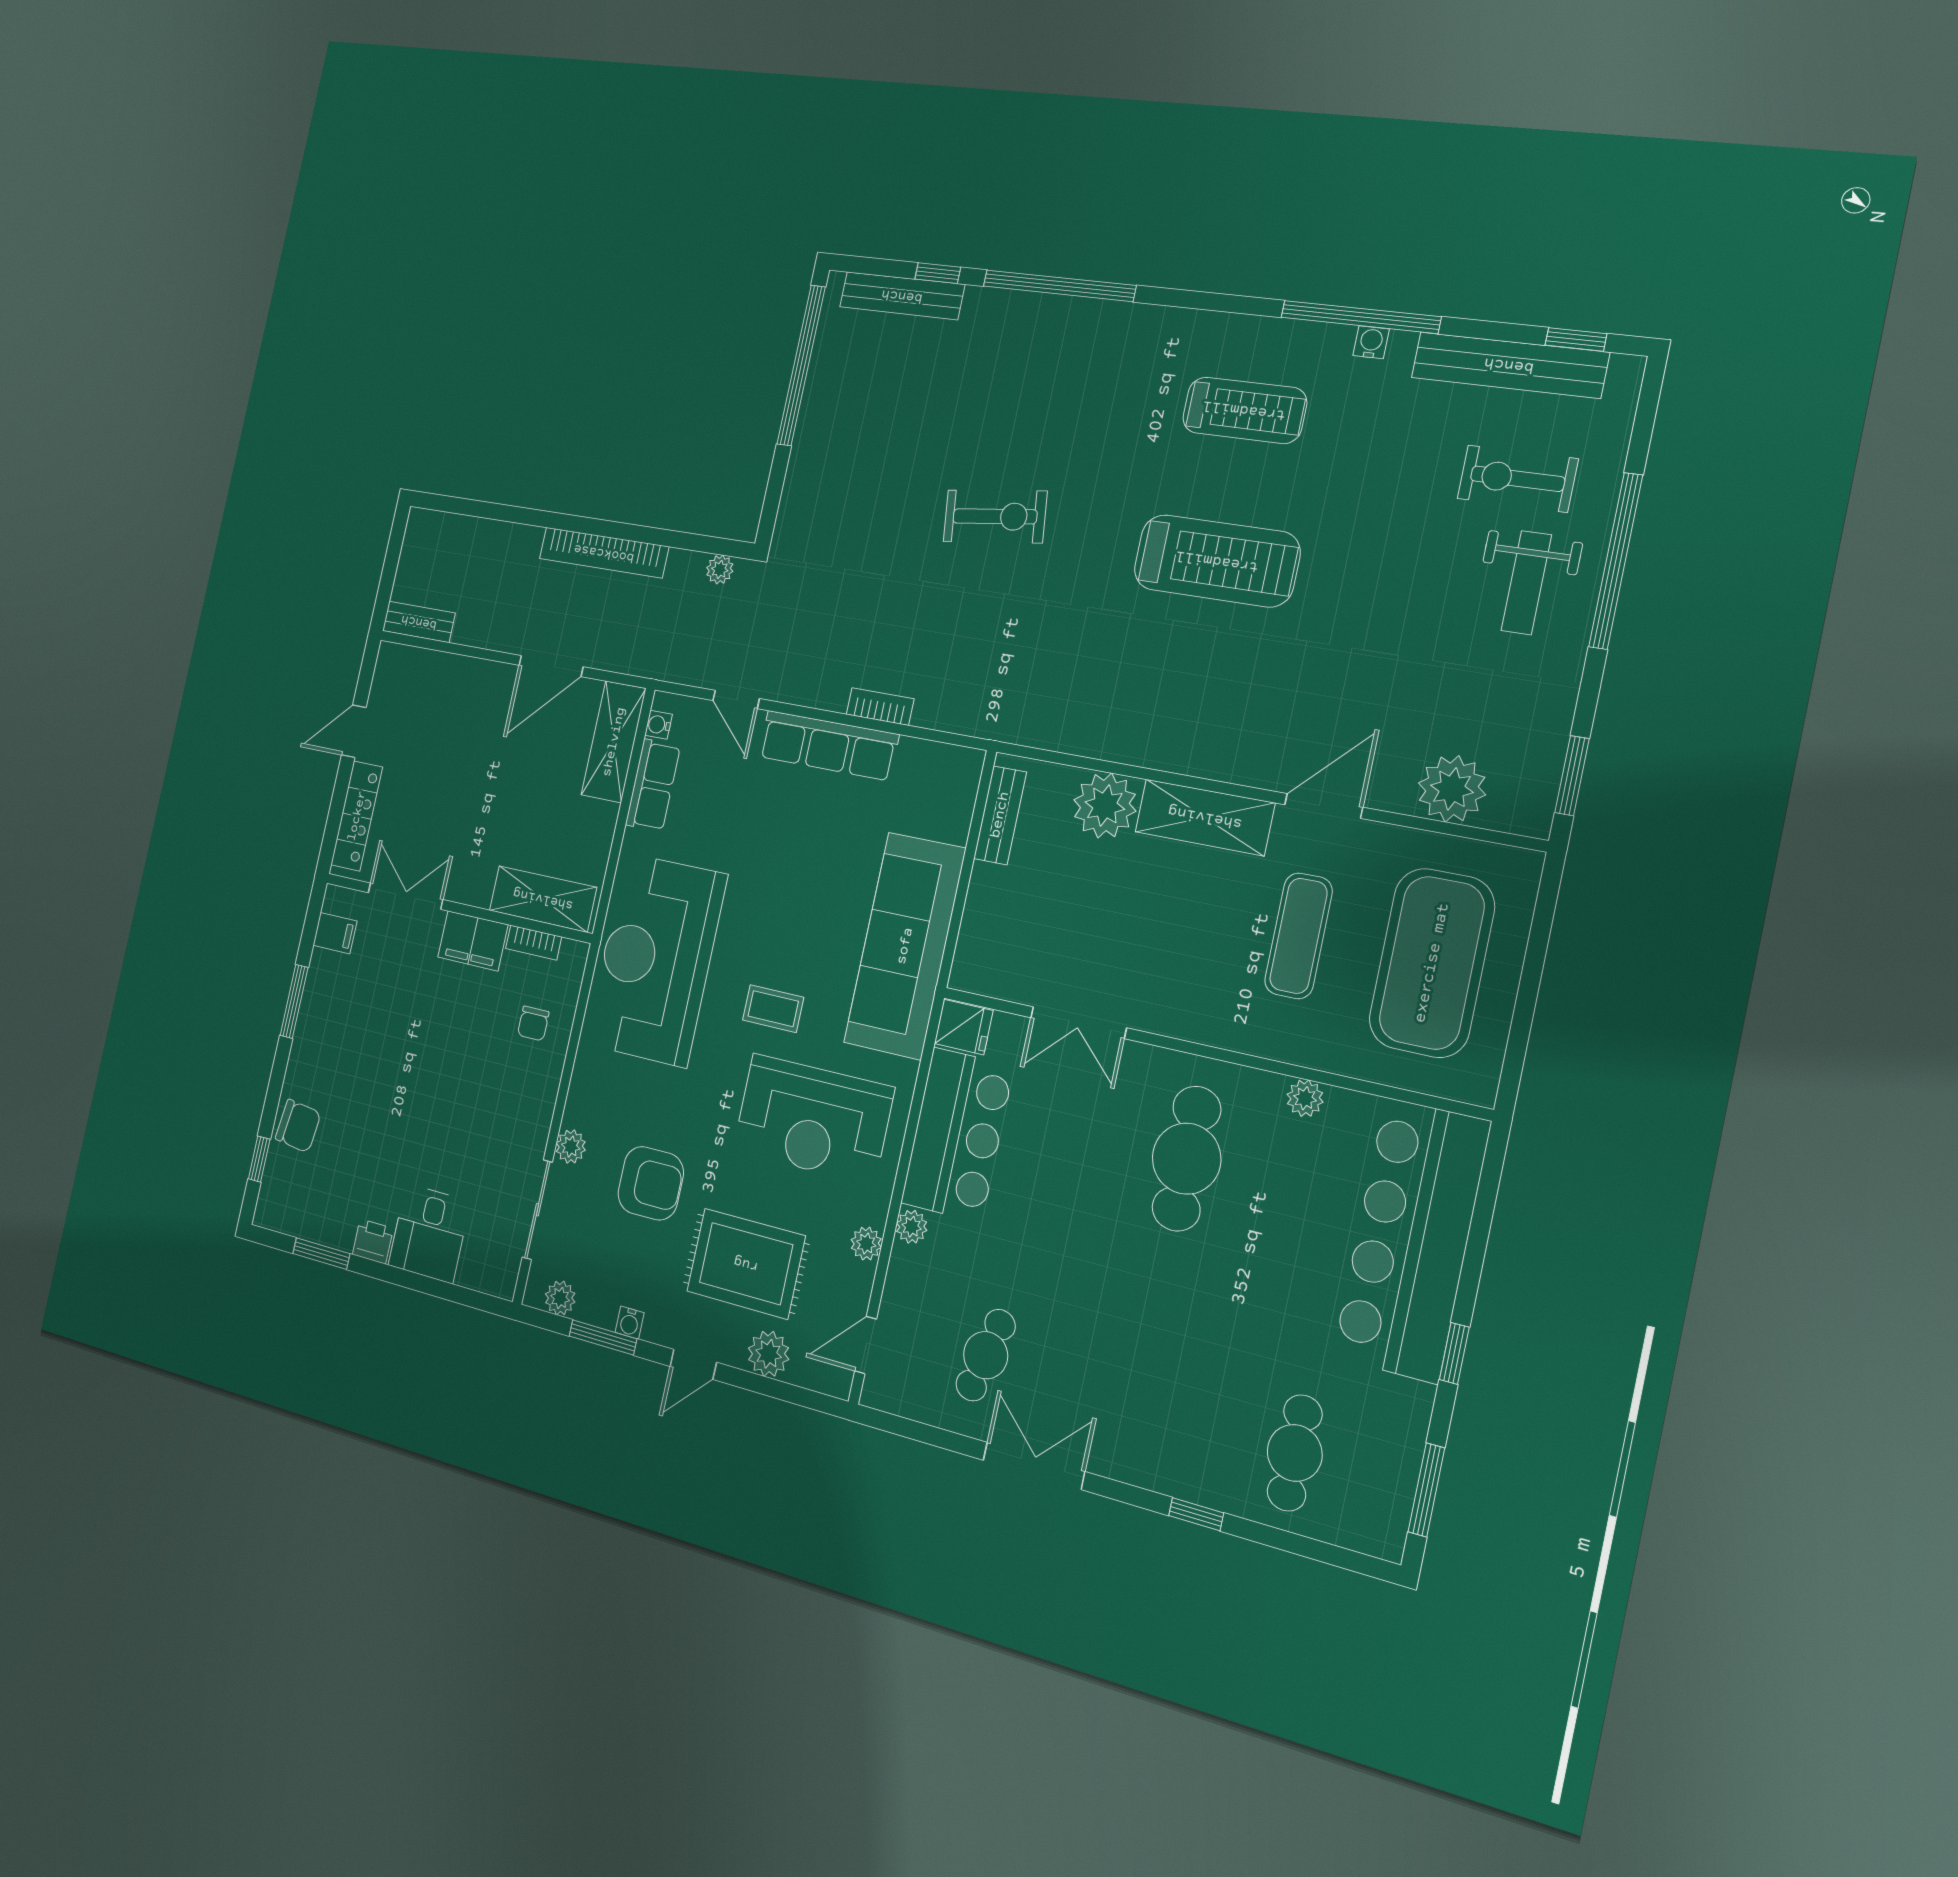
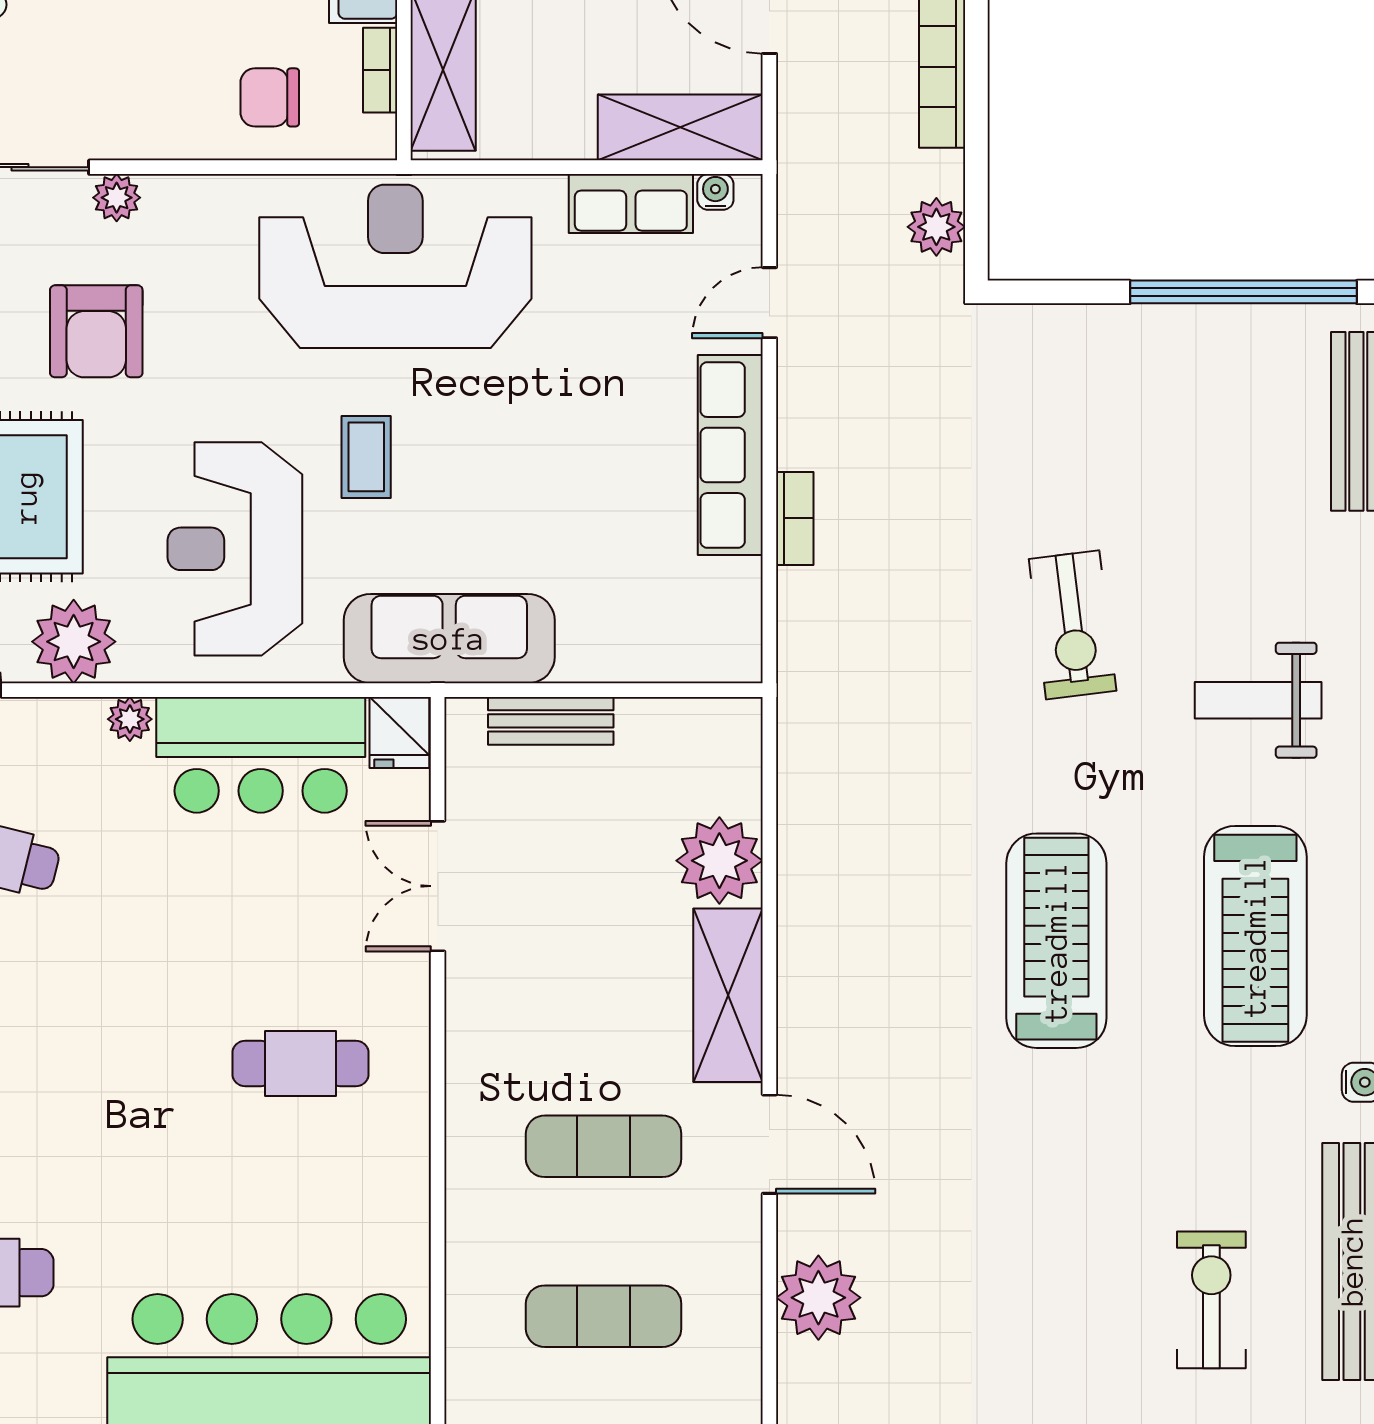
treadmill: (1244, 410) -> (1255, 936), width x1.37, depth x1.38
treadmill: (1217, 561) -> (1056, 941), turned 180
plant: (720, 569) -> (936, 227), width x1.38, depth x1.38
weight bench: (1526, 583) -> (1258, 700), moved
bench: (1000, 815) -> (551, 721), moved
sofa: (905, 946) -> (449, 639), width x0.74, depth x0.79
exercise mat: (1432, 963) -> (604, 1316), width x0.50, depth x0.69
chair: (533, 1023) -> (270, 97), width x1.37, depth x1.37
plant: (1305, 1098) -> (408, 1196), removed
cafe table: (1187, 1159) -> (301, 1064), width x0.73, depth x0.74
plant: (866, 1244) -> (74, 642), width x1.88, depth x1.88

